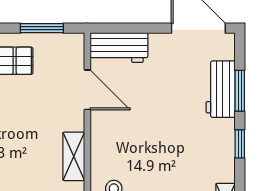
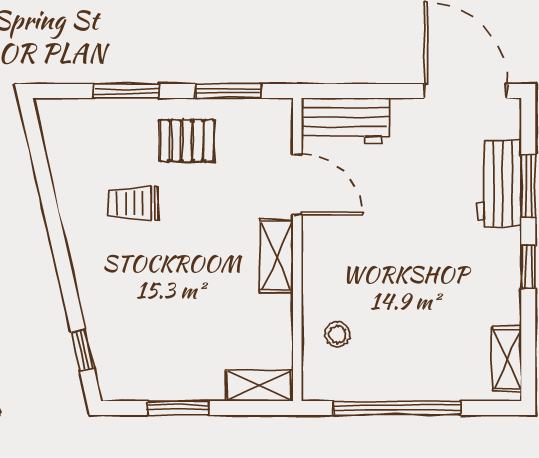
shelving: (74, 156) -> (276, 256), moved

